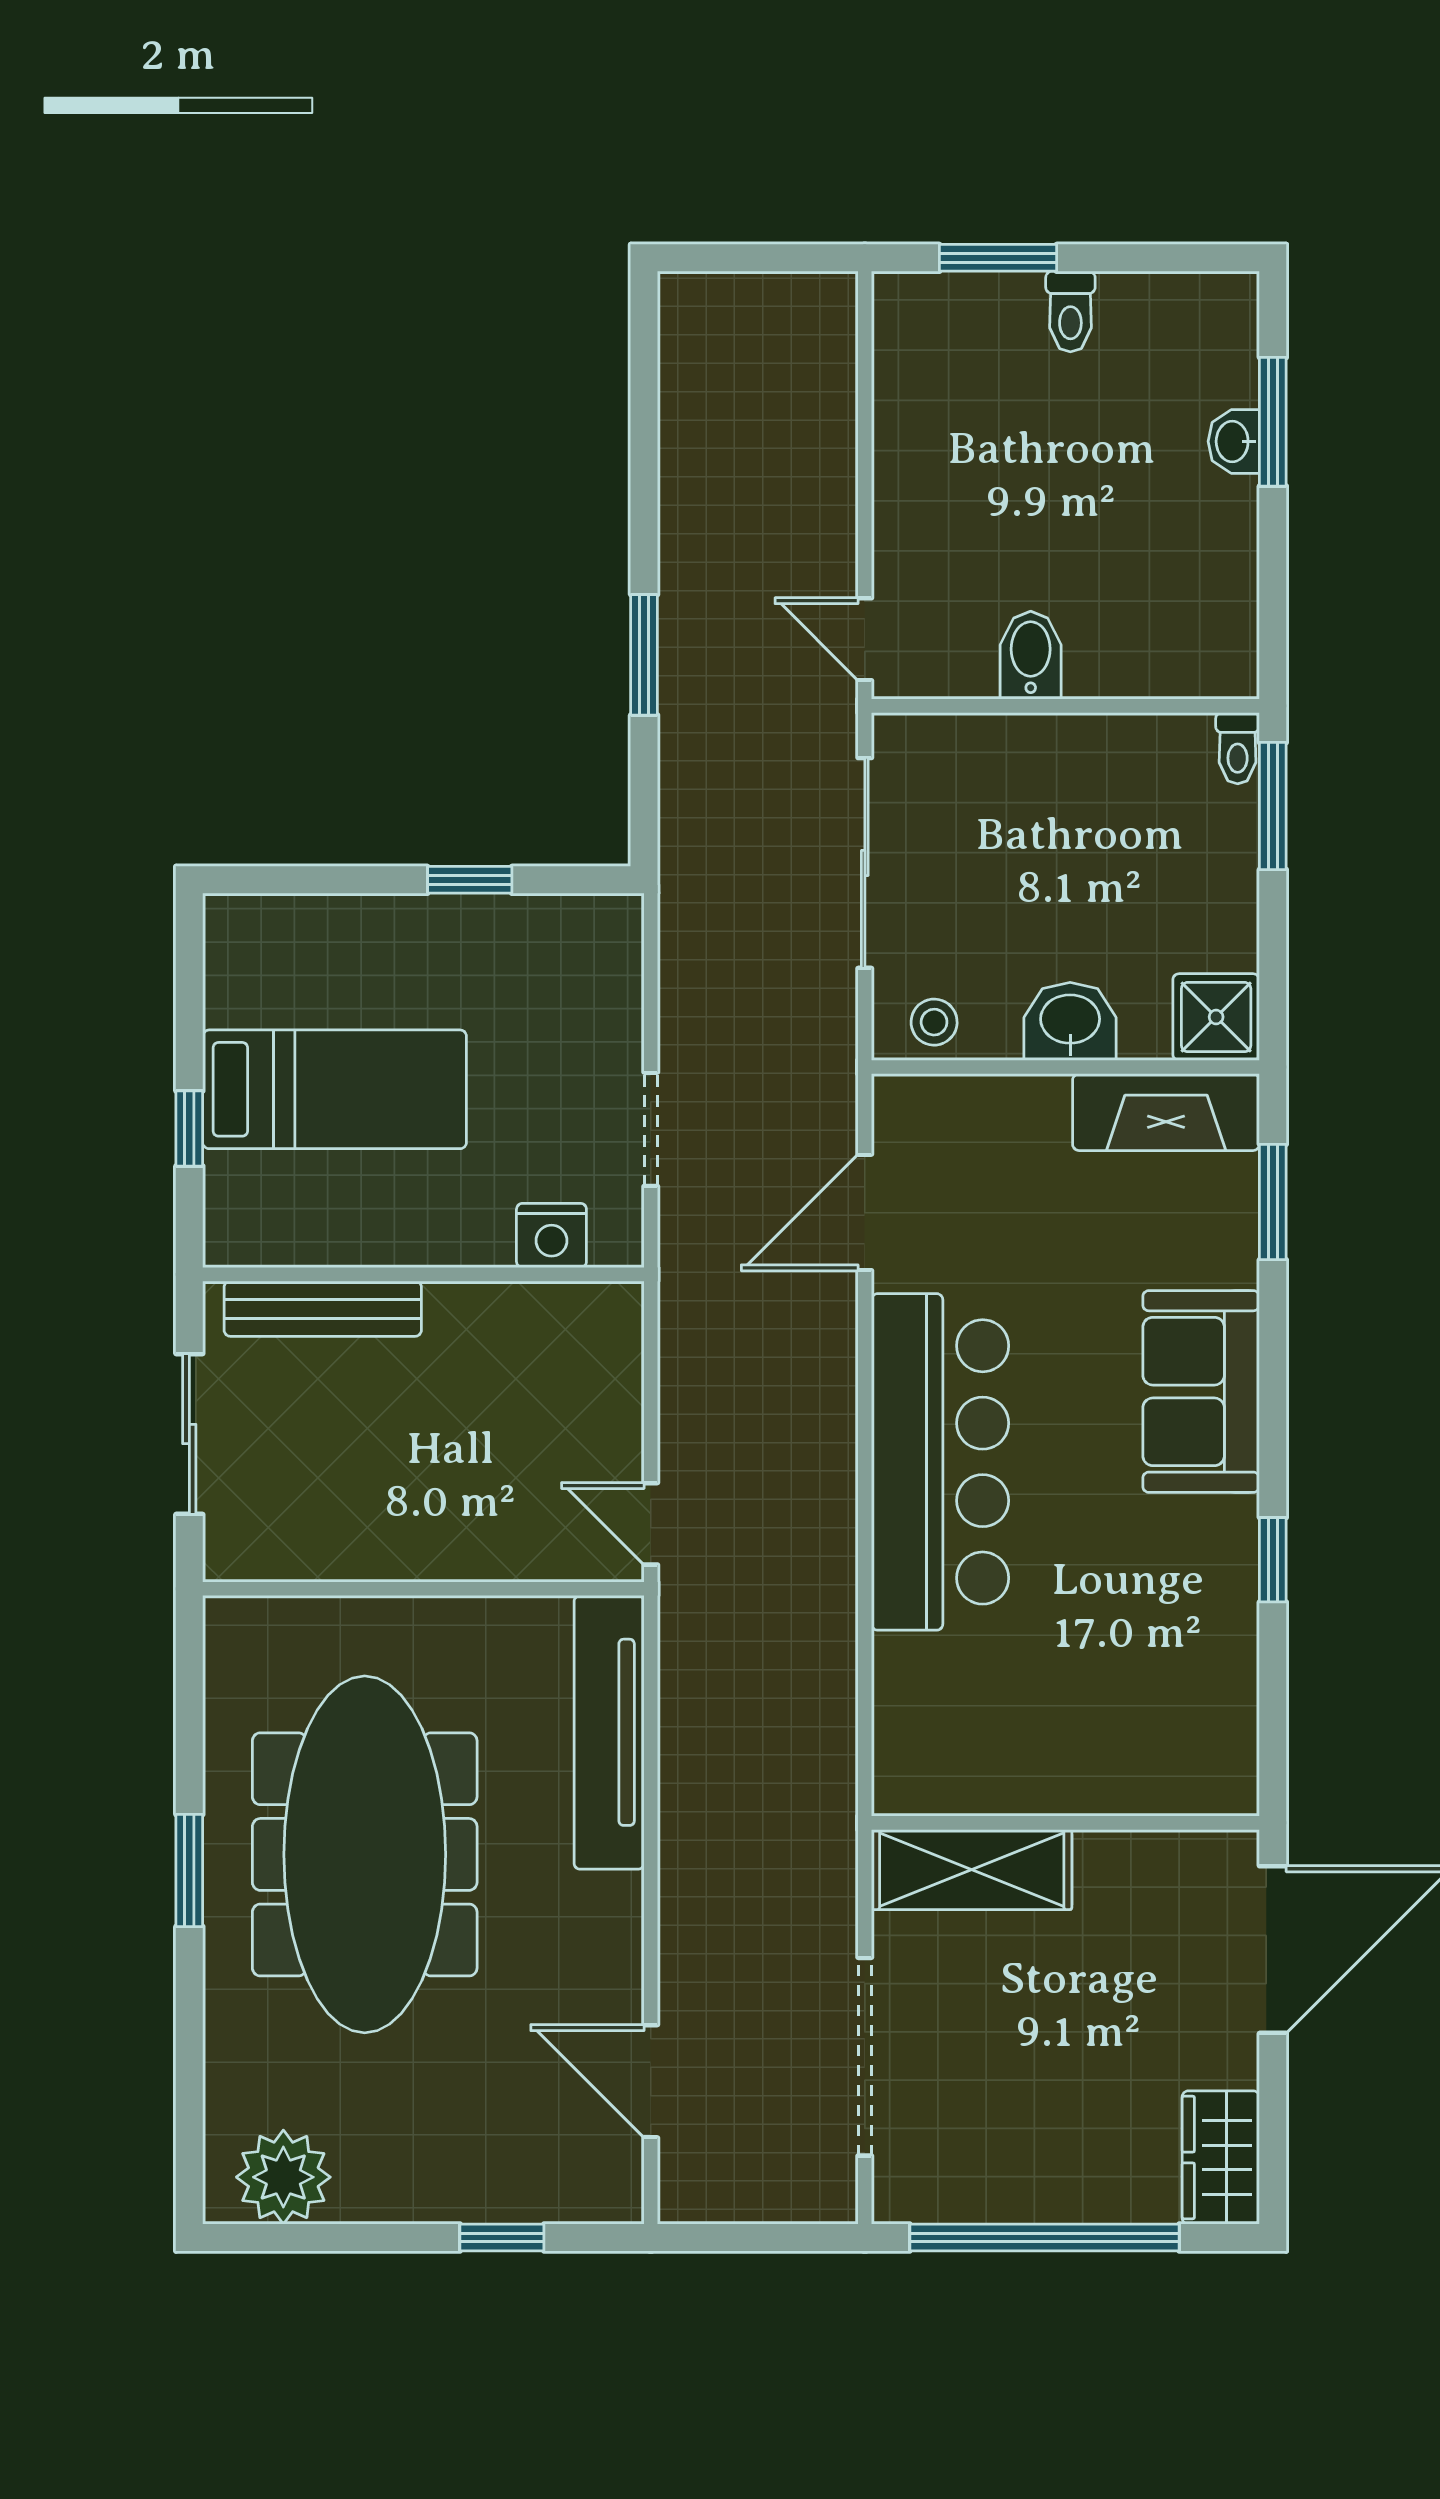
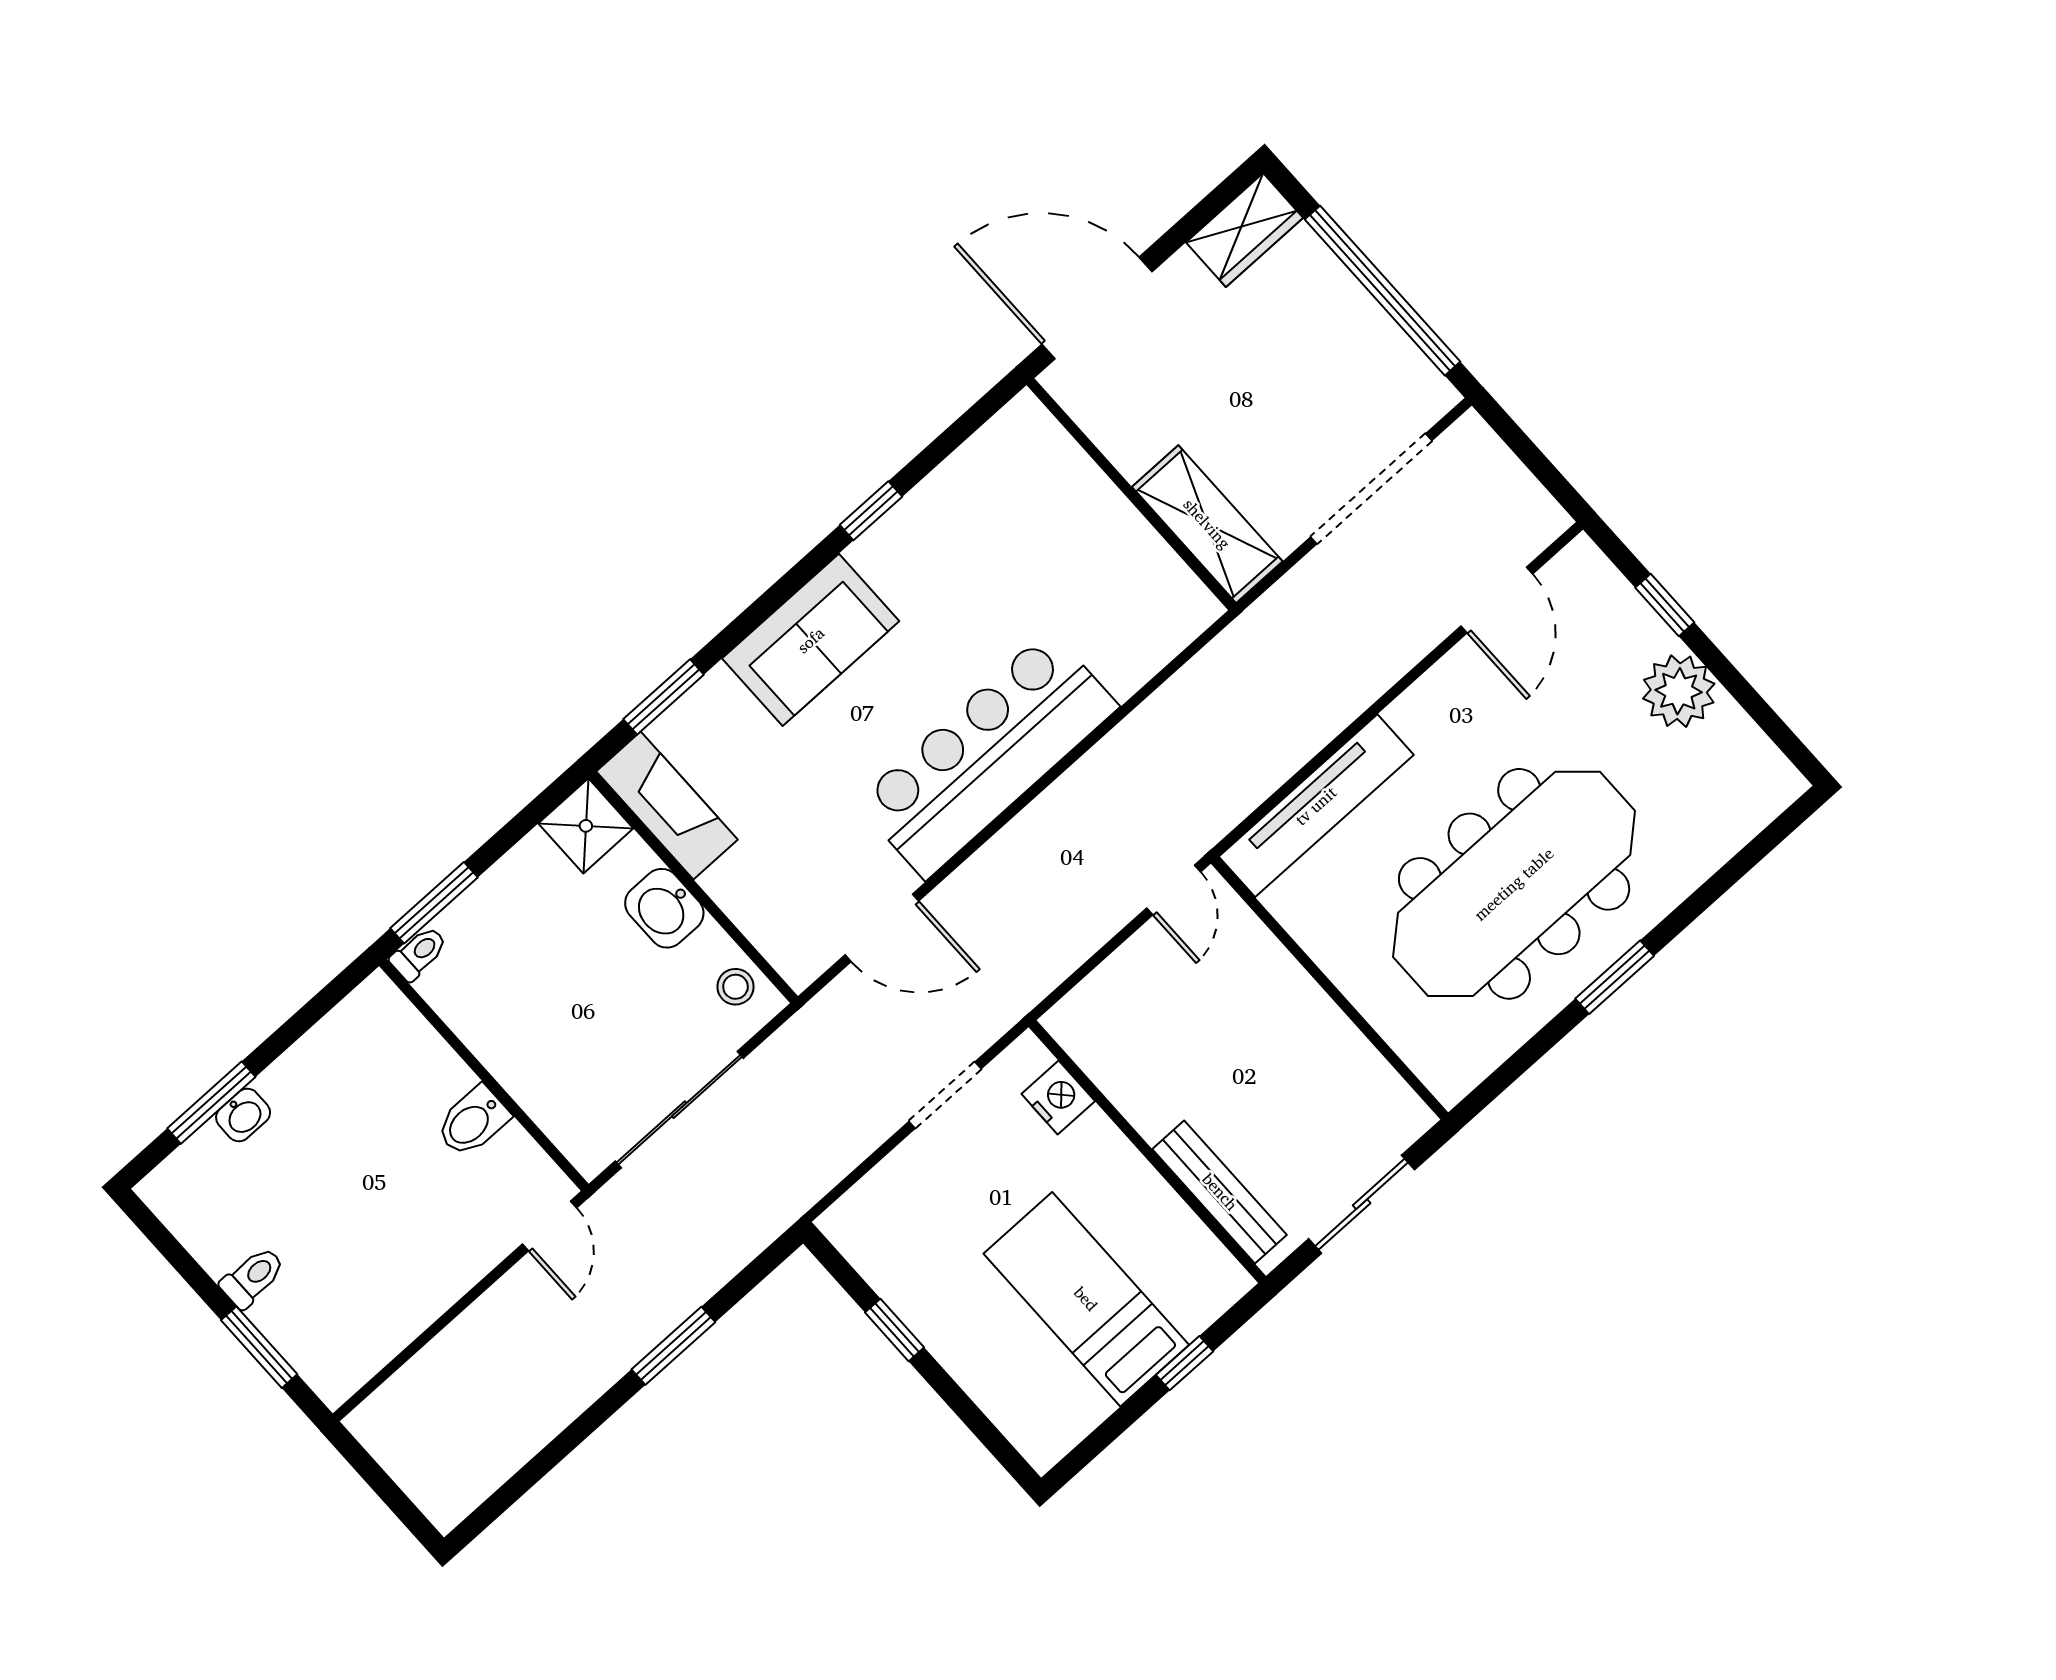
plant: (283, 2177) -> (1679, 691), moved

